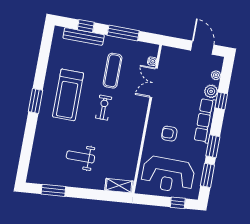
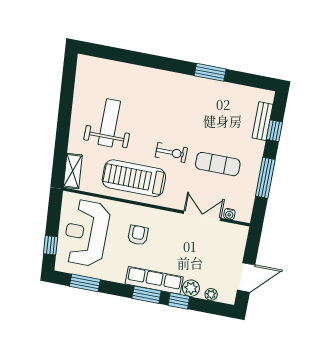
bench: (84, 36) -> (262, 121), width x0.73
treadmill: (68, 95) -> (134, 178), moved
window: (35, 101) -> (210, 72), moved
window: (213, 146) -> (146, 295), moved
weight bench: (80, 157) -> (109, 123), width x1.36, depth x1.33
window: (53, 190) -> (67, 88), removed

